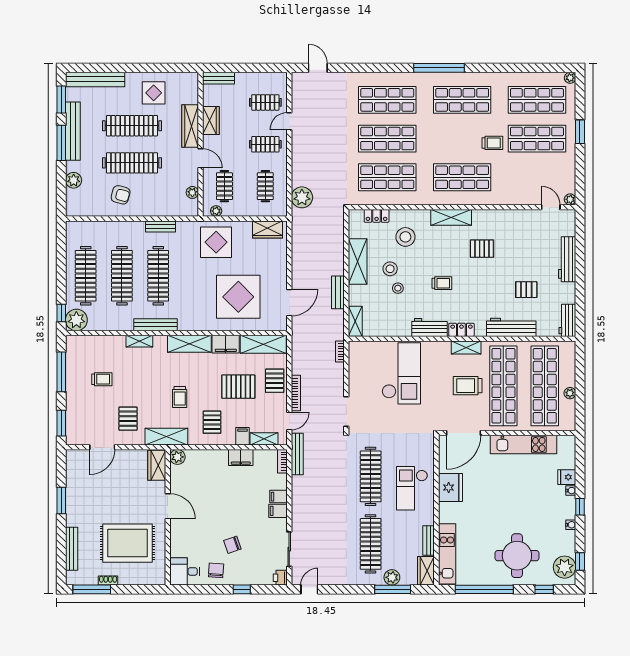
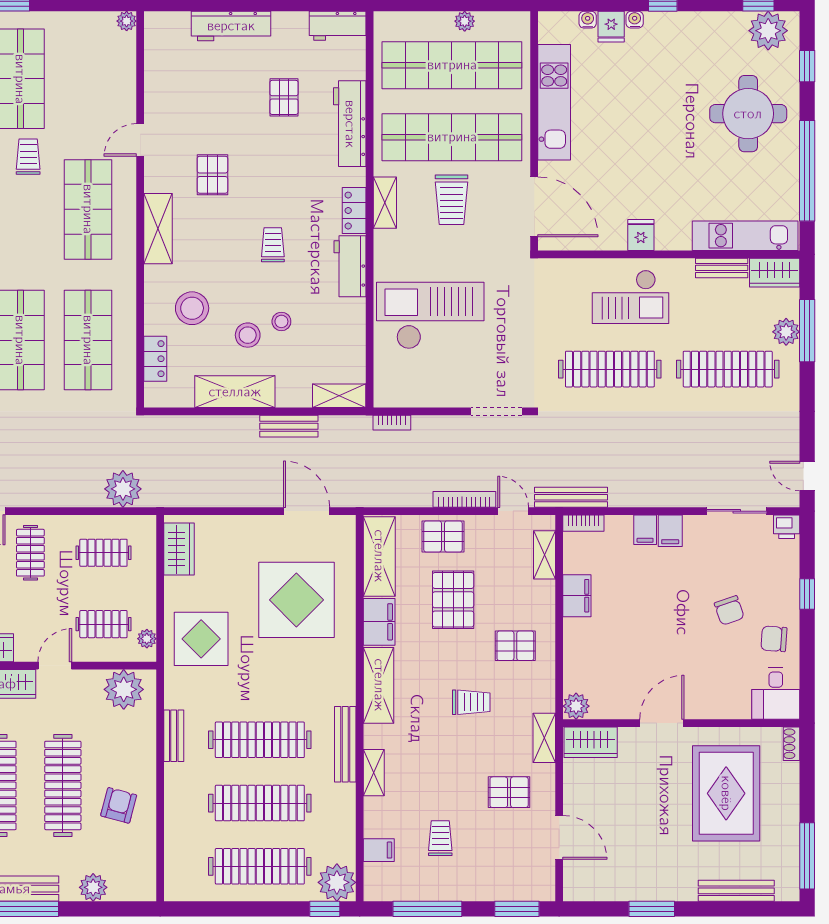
plant: (192, 192) -> (124, 689), width x1.88, depth x1.88
door: (551, 207) -> (140, 140), moved
filing cabinet: (242, 436) -> (379, 850), moved, turned 180
shelving: (166, 437) -> (544, 738), width x0.67, depth x0.75
fridge: (450, 488) -> (641, 235), width x0.53, depth x0.75
water cooler: (571, 525) -> (588, 20), moved
shoe rack: (108, 580) -> (791, 744), moved

